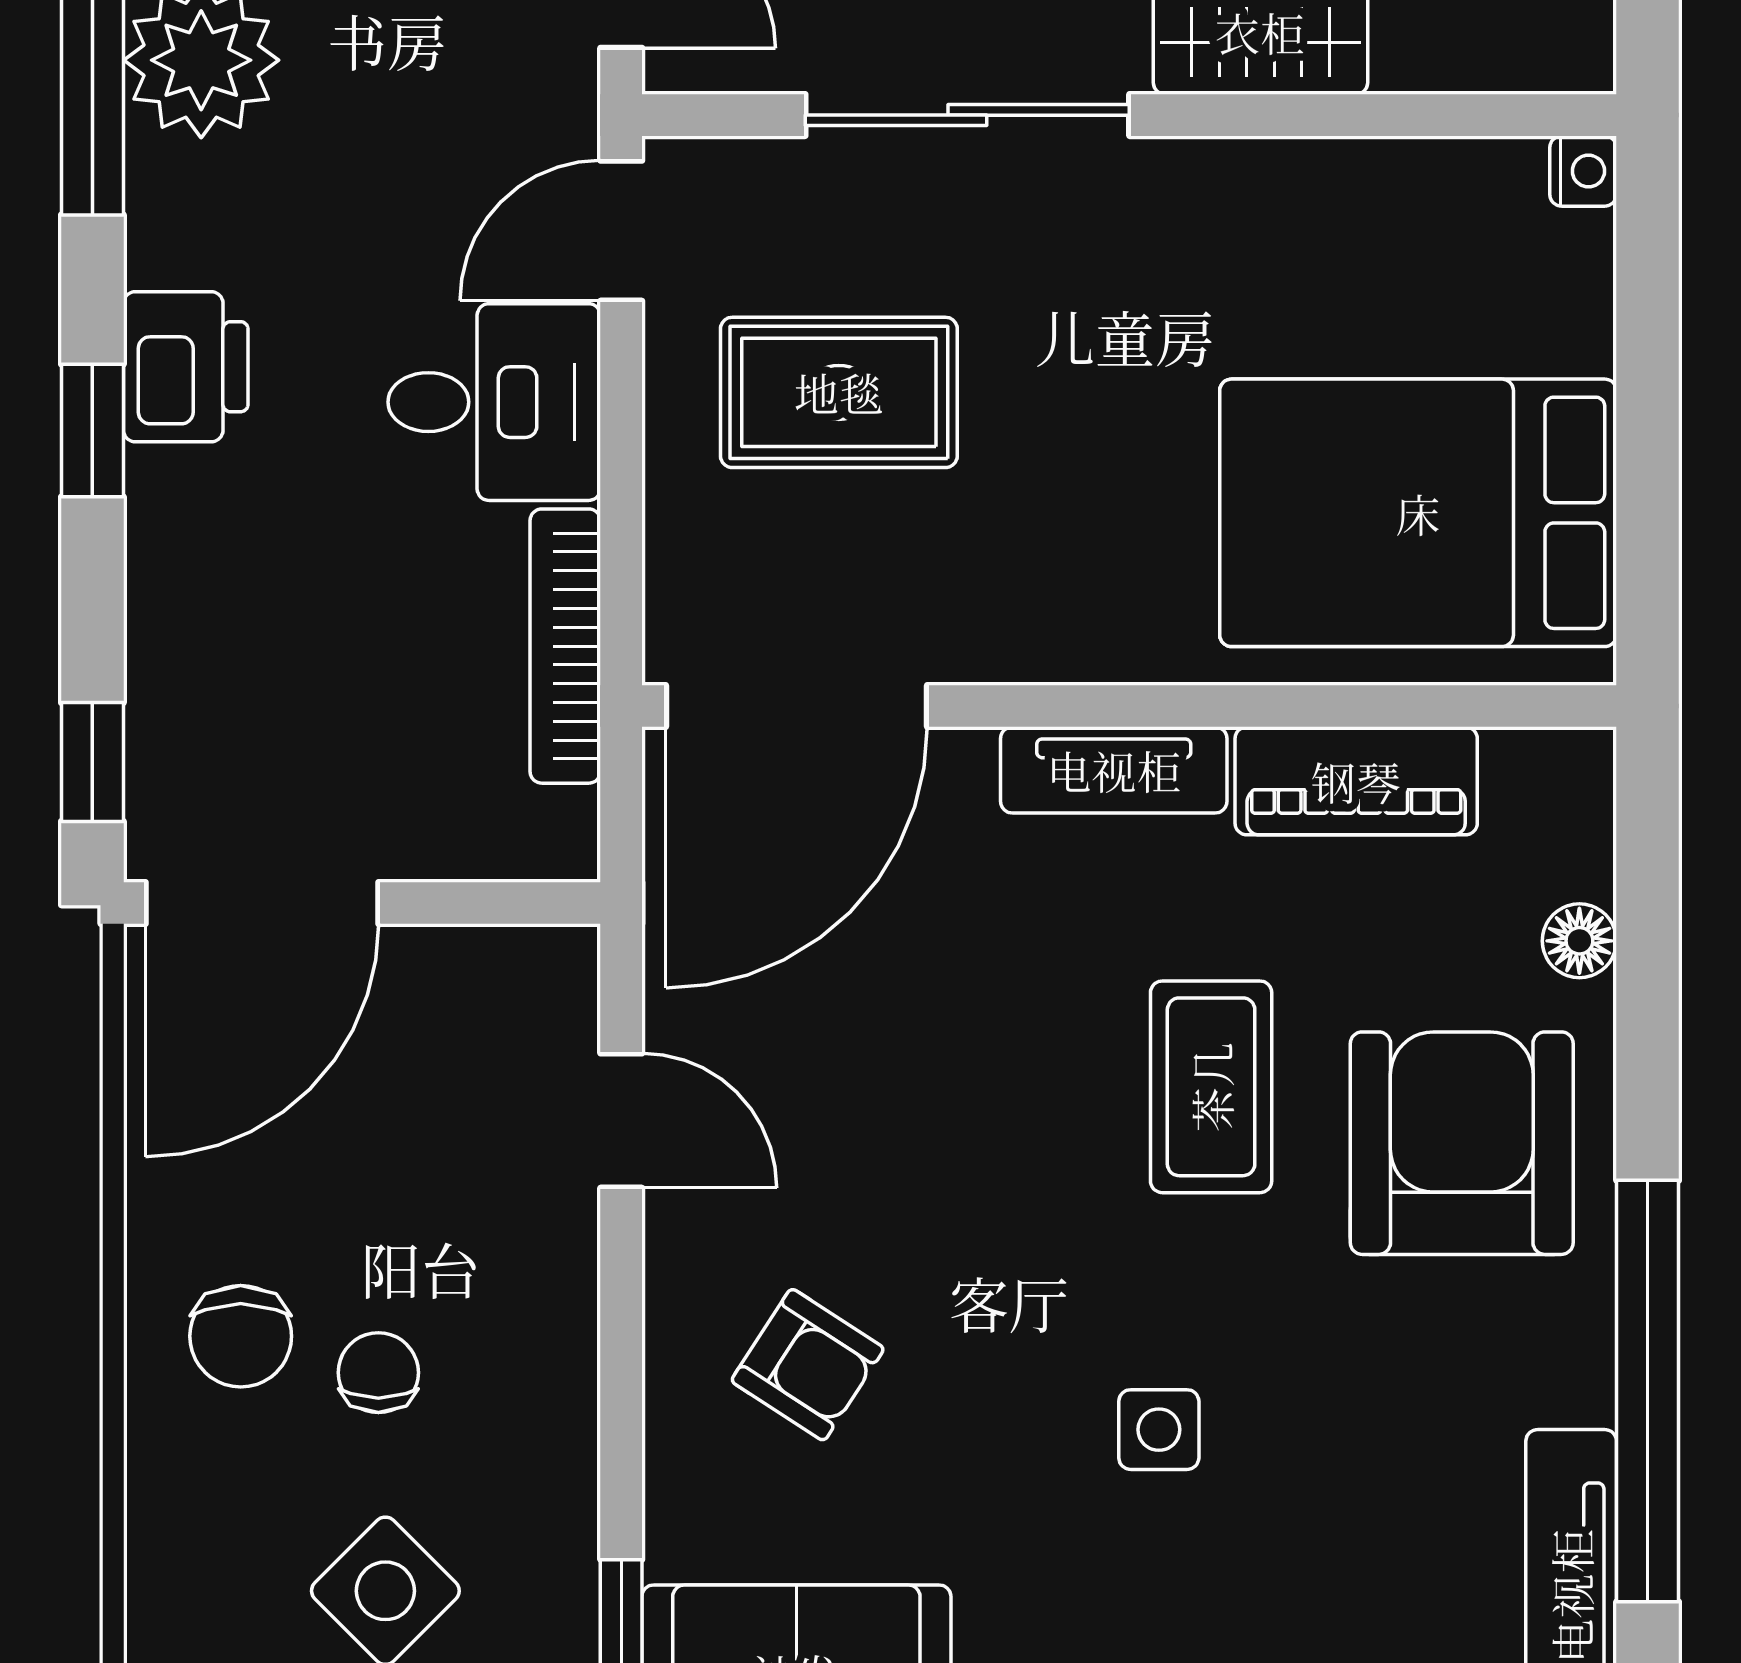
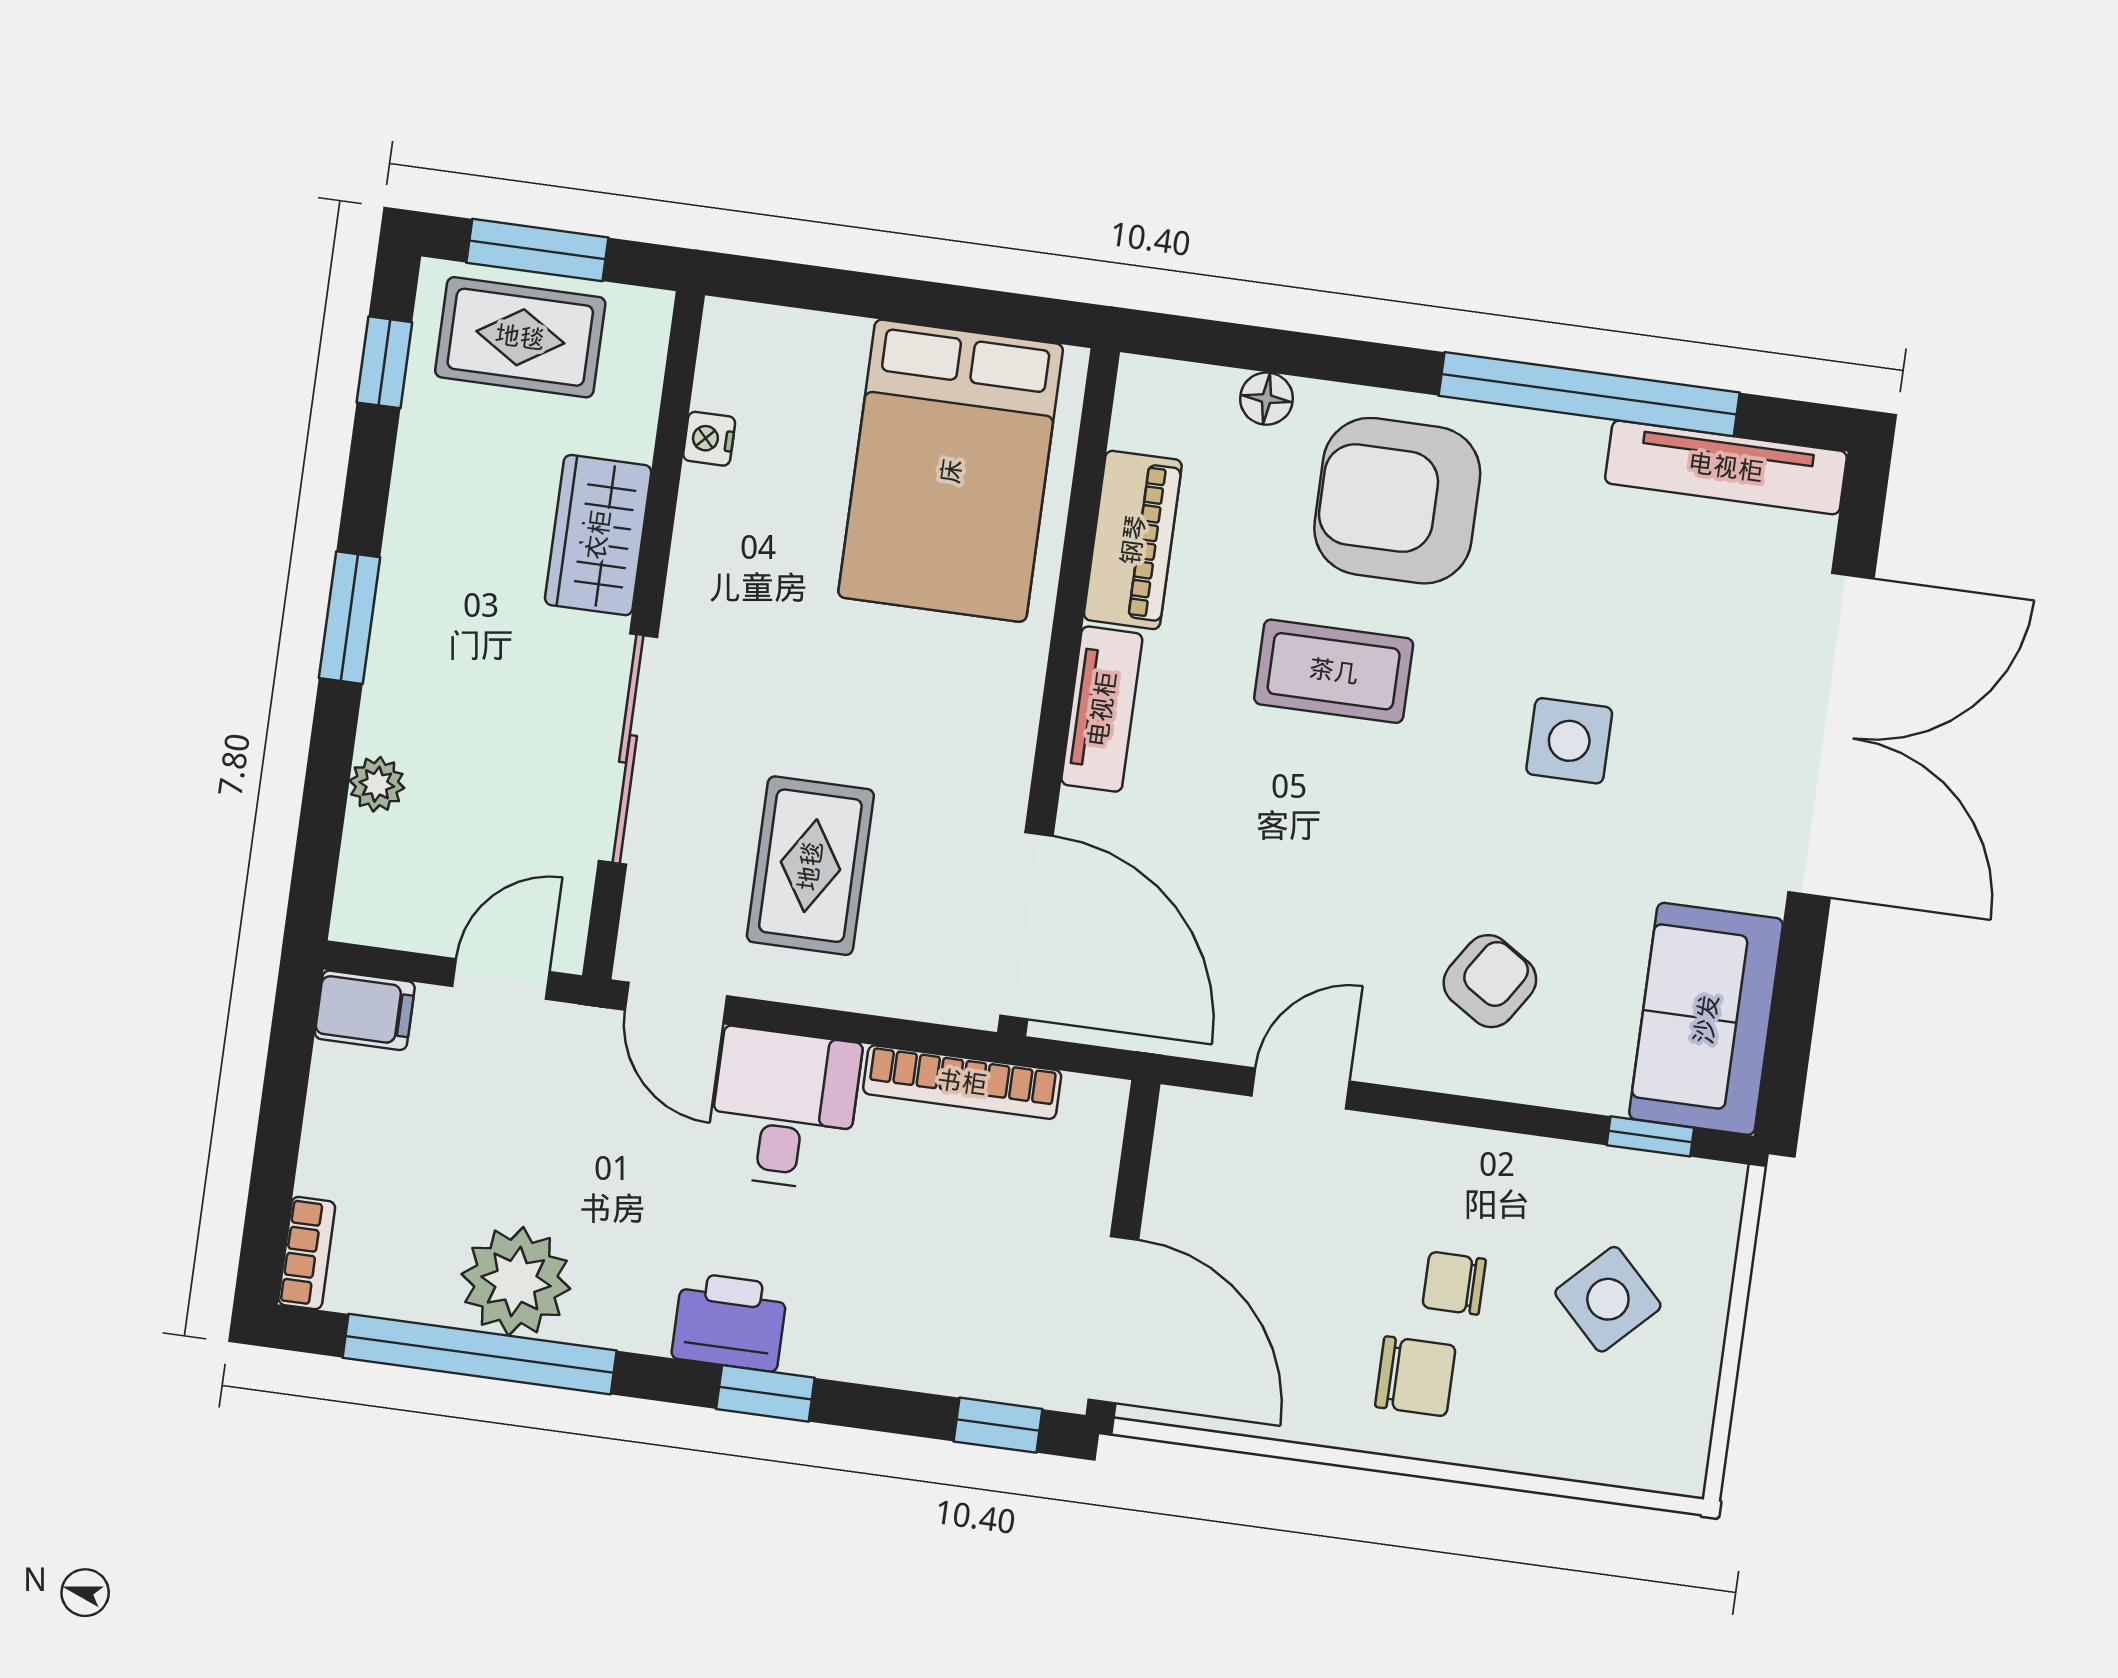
nightstand: (1583, 171) -> (709, 439), moved, turned -90
side table: (1159, 1430) -> (1569, 741), width x1.37, depth x1.37

